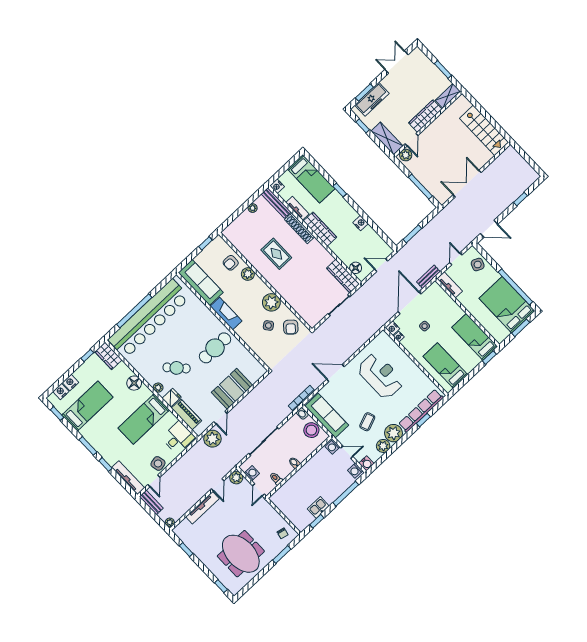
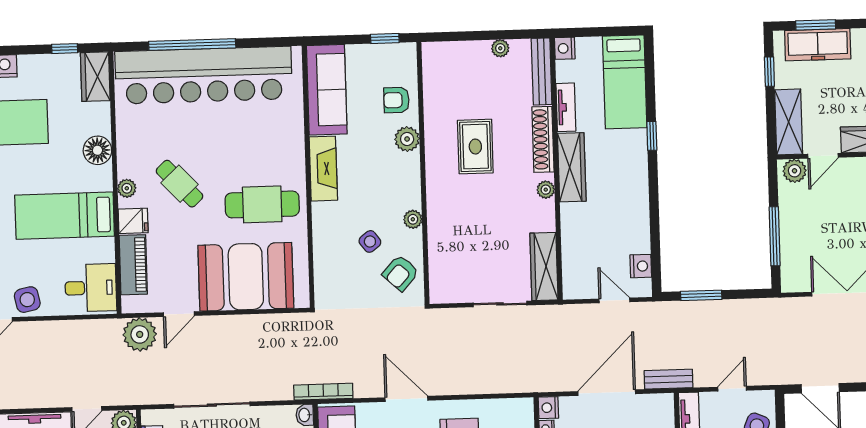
nightstand: (361, 223) -> (641, 266), moved
plant: (318, 246) -> (546, 190), added
floor lamp: (356, 268) -> (573, 271), removed
plant: (271, 302) -> (413, 219), width x0.53, depth x0.53
booth: (232, 389) -> (246, 277), width x1.36, depth x1.42

